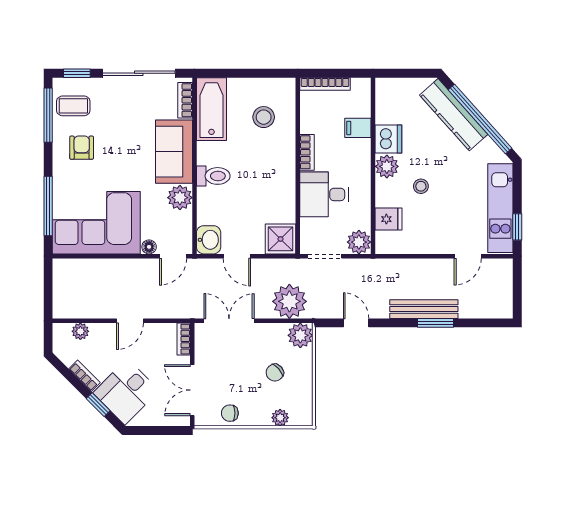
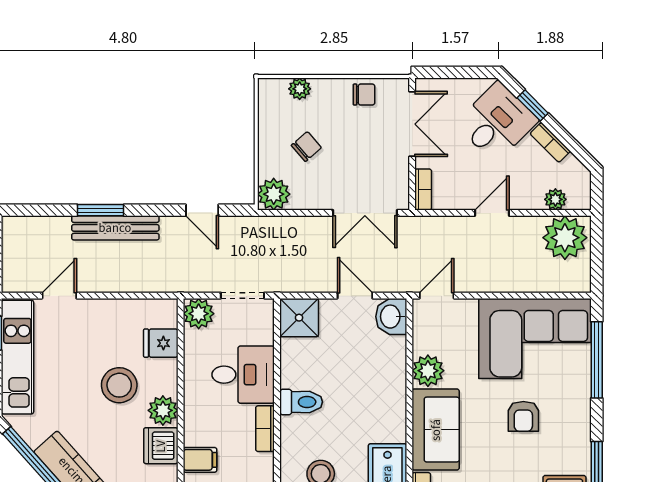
armchair: (82, 148) -> (523, 416), moved
toilet: (213, 176) -> (301, 402), moved, turned 180
stool: (421, 186) -> (119, 385), width x1.89, depth x1.89
floor lamp: (149, 247) -> (467, 307), removed
plant: (289, 301) -> (565, 238), moved

